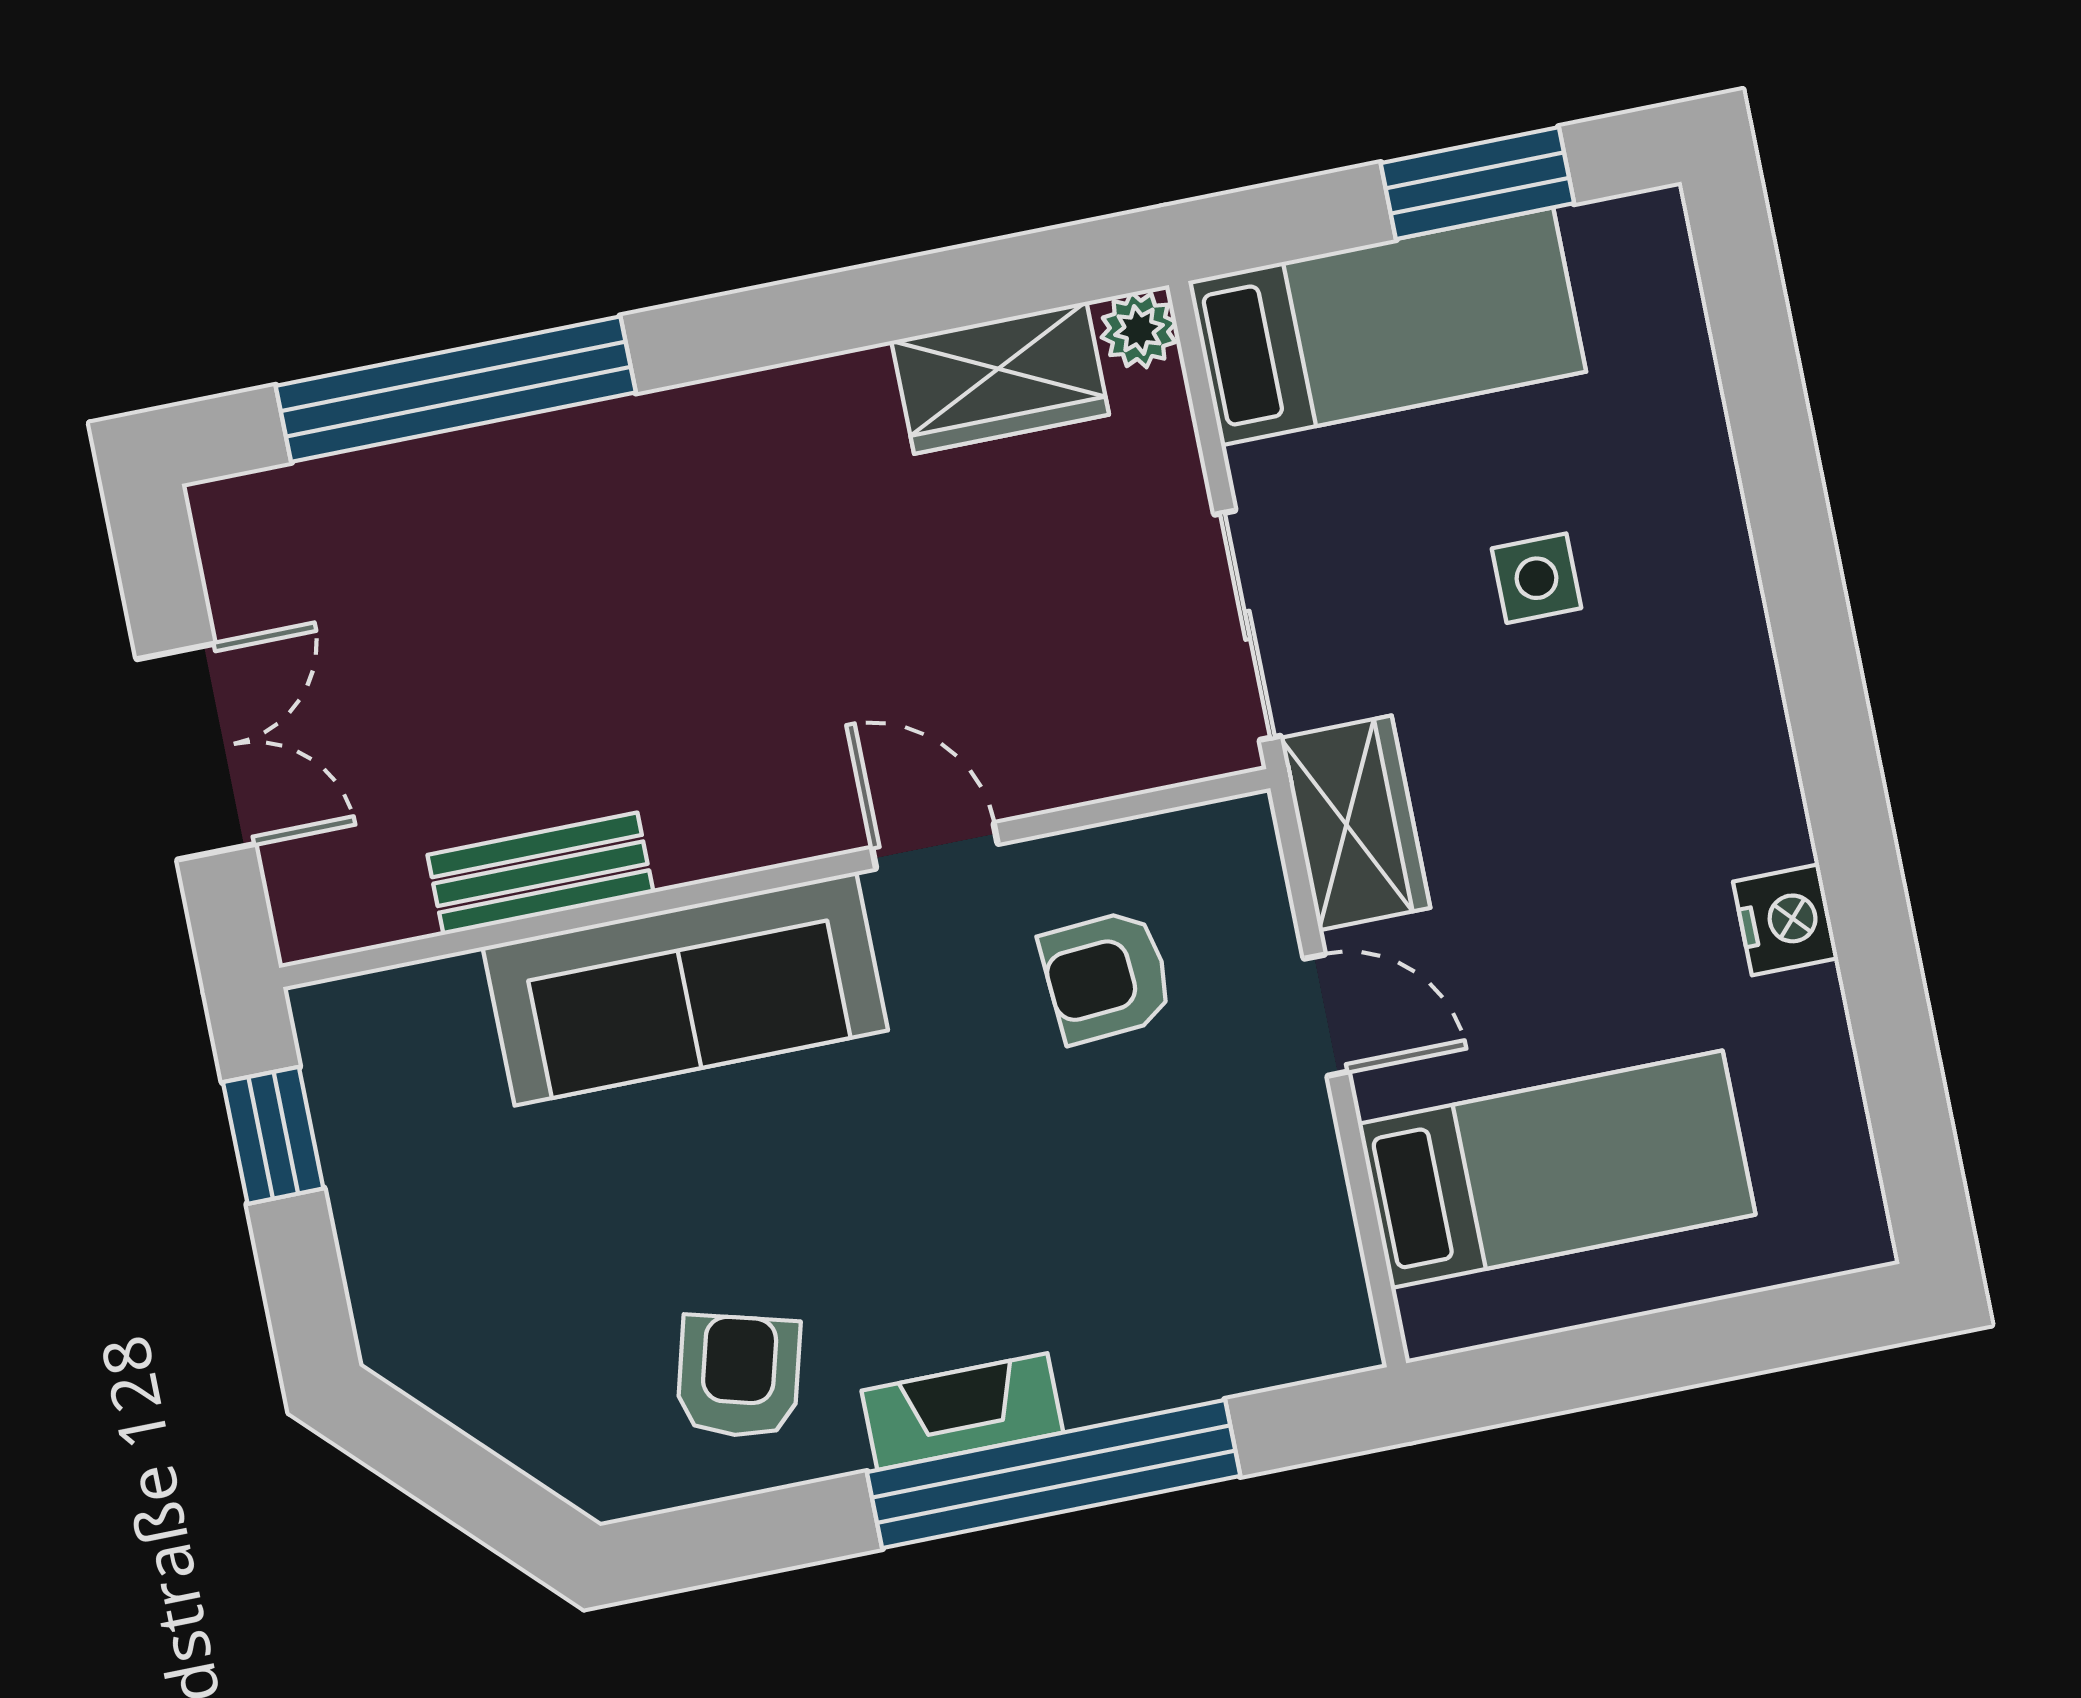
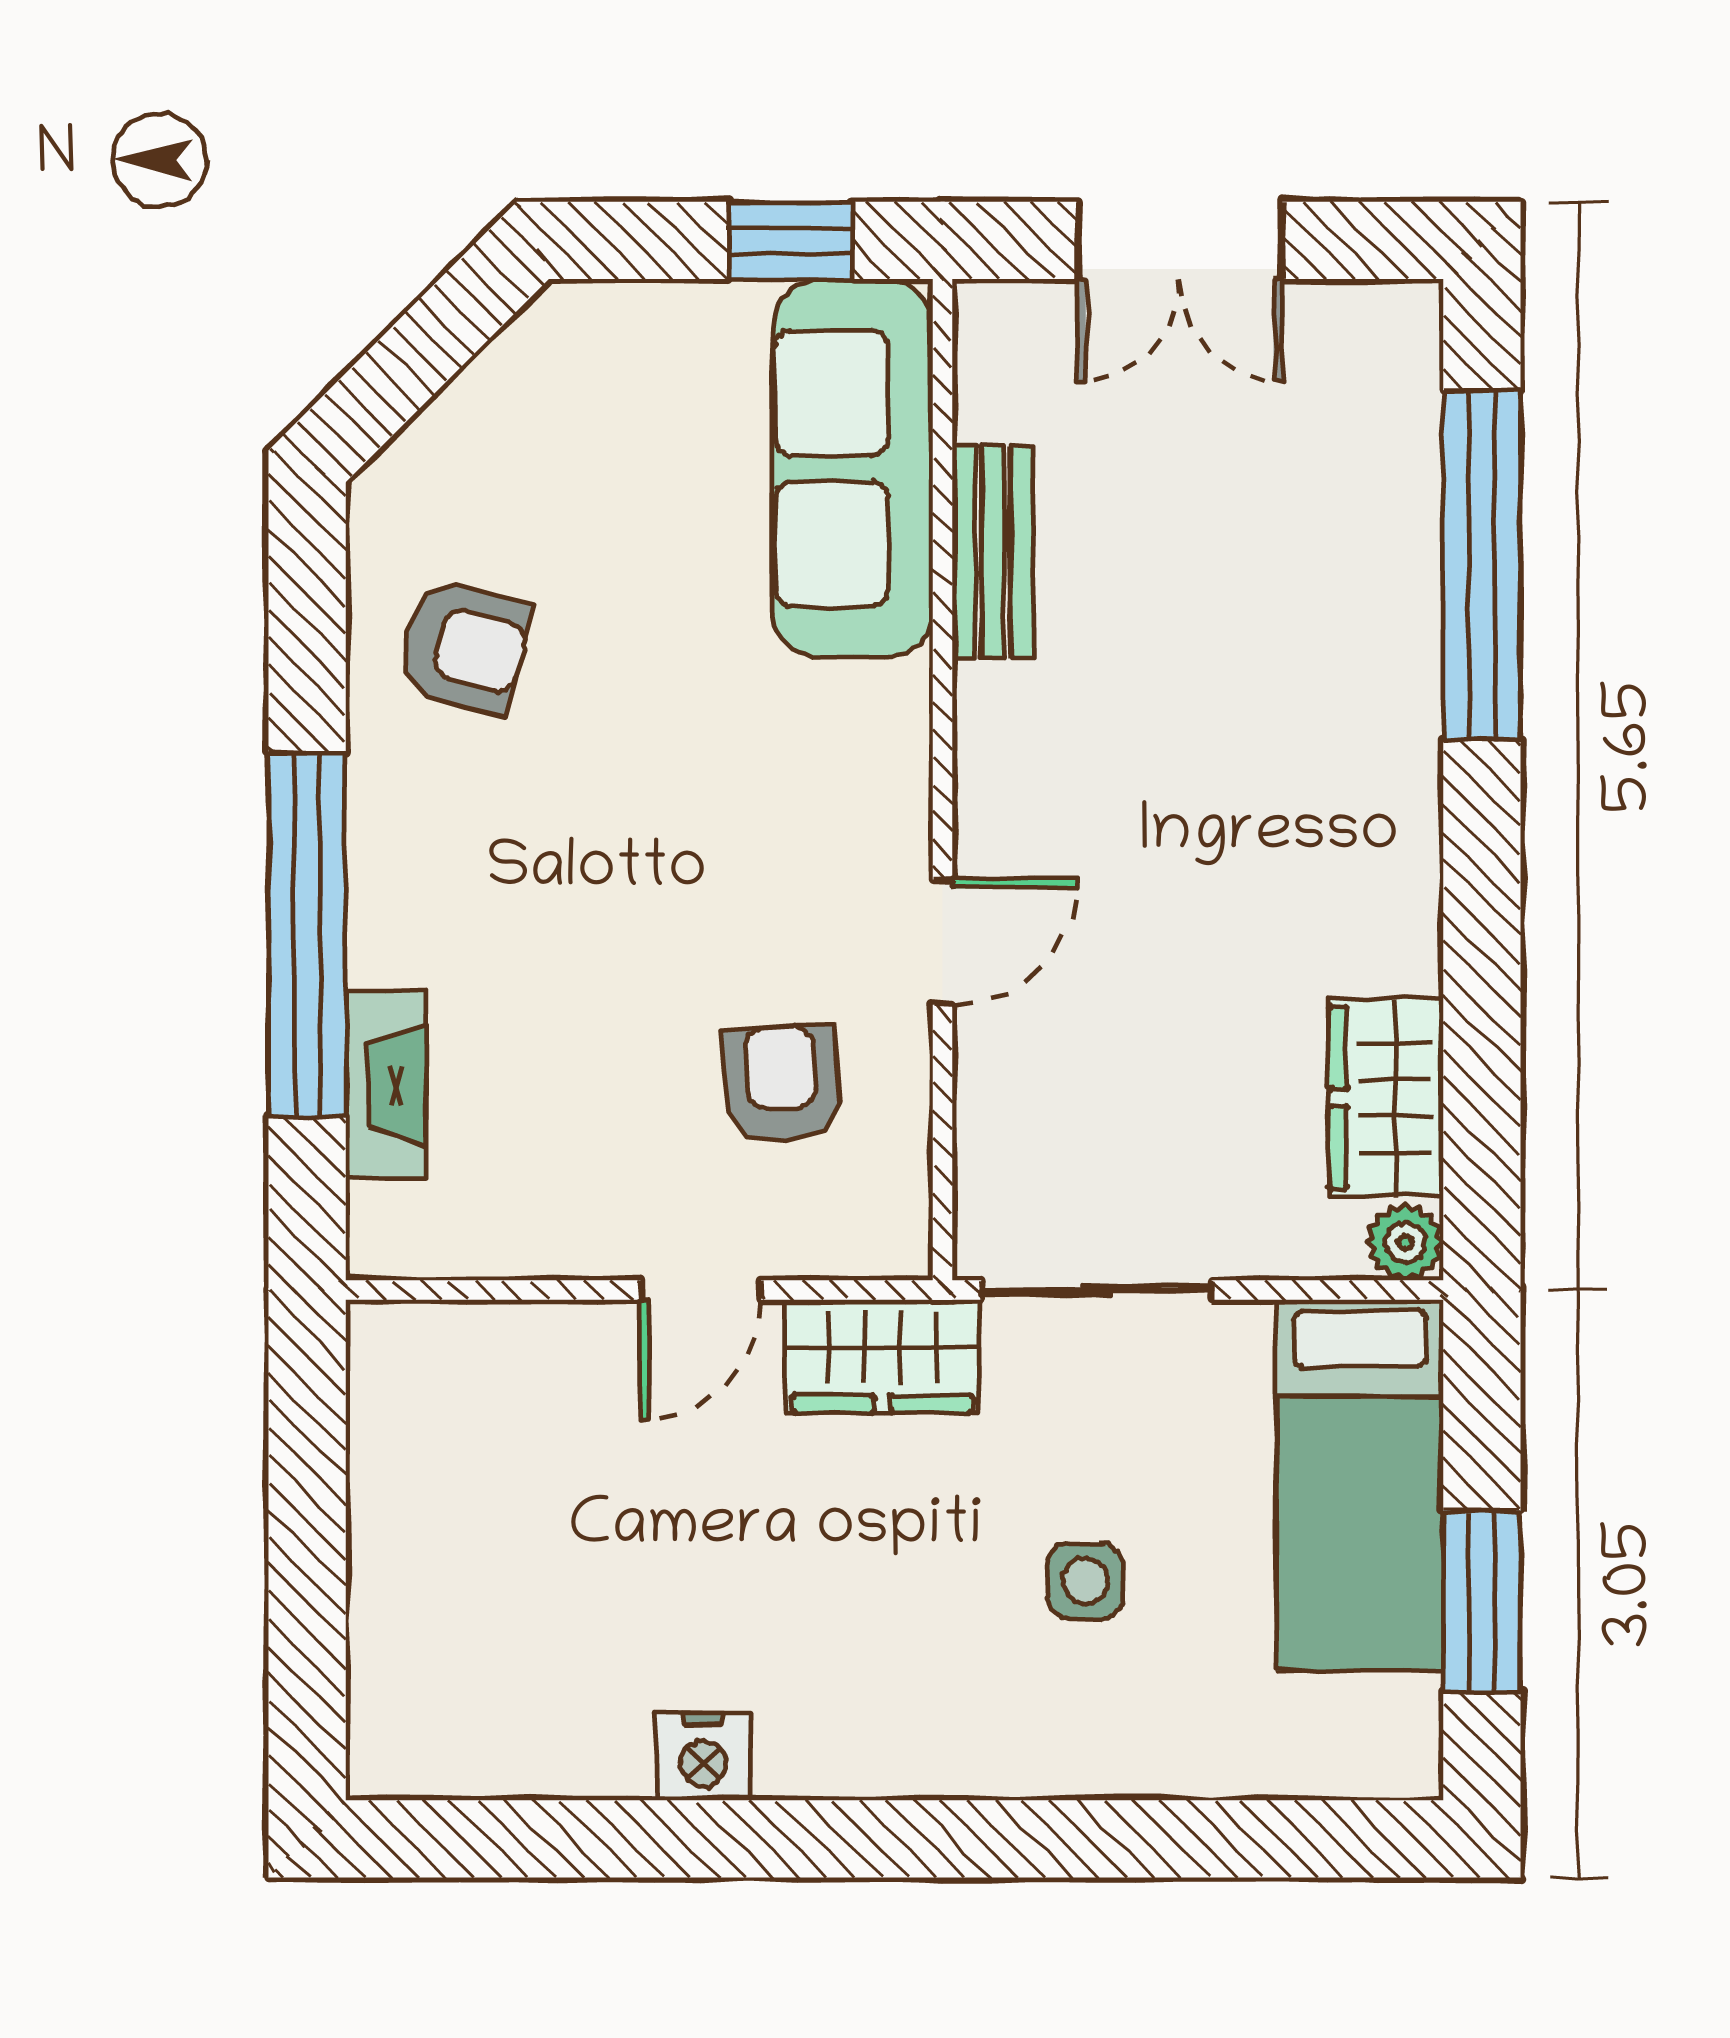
sofa: (685, 989) -> (852, 468), moved
bed: (1557, 1169) -> (505, 1485), removed
fireplace: (962, 1412) -> (386, 1085), moved

